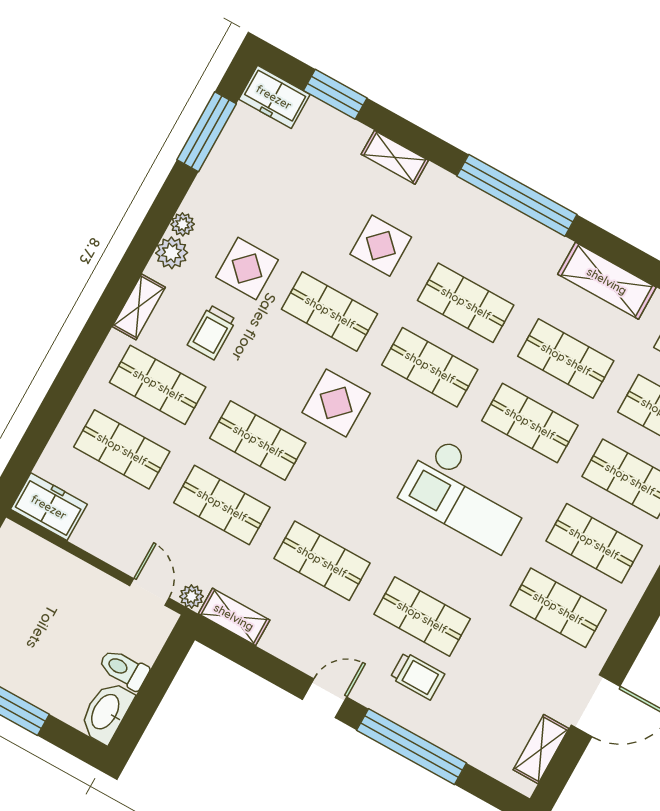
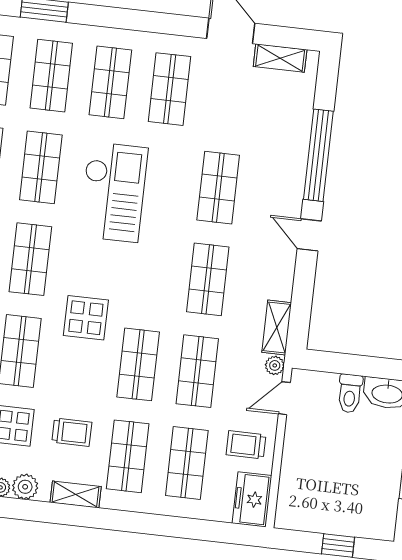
trolley: (417, 676) -> (246, 445), moved, turned -90

